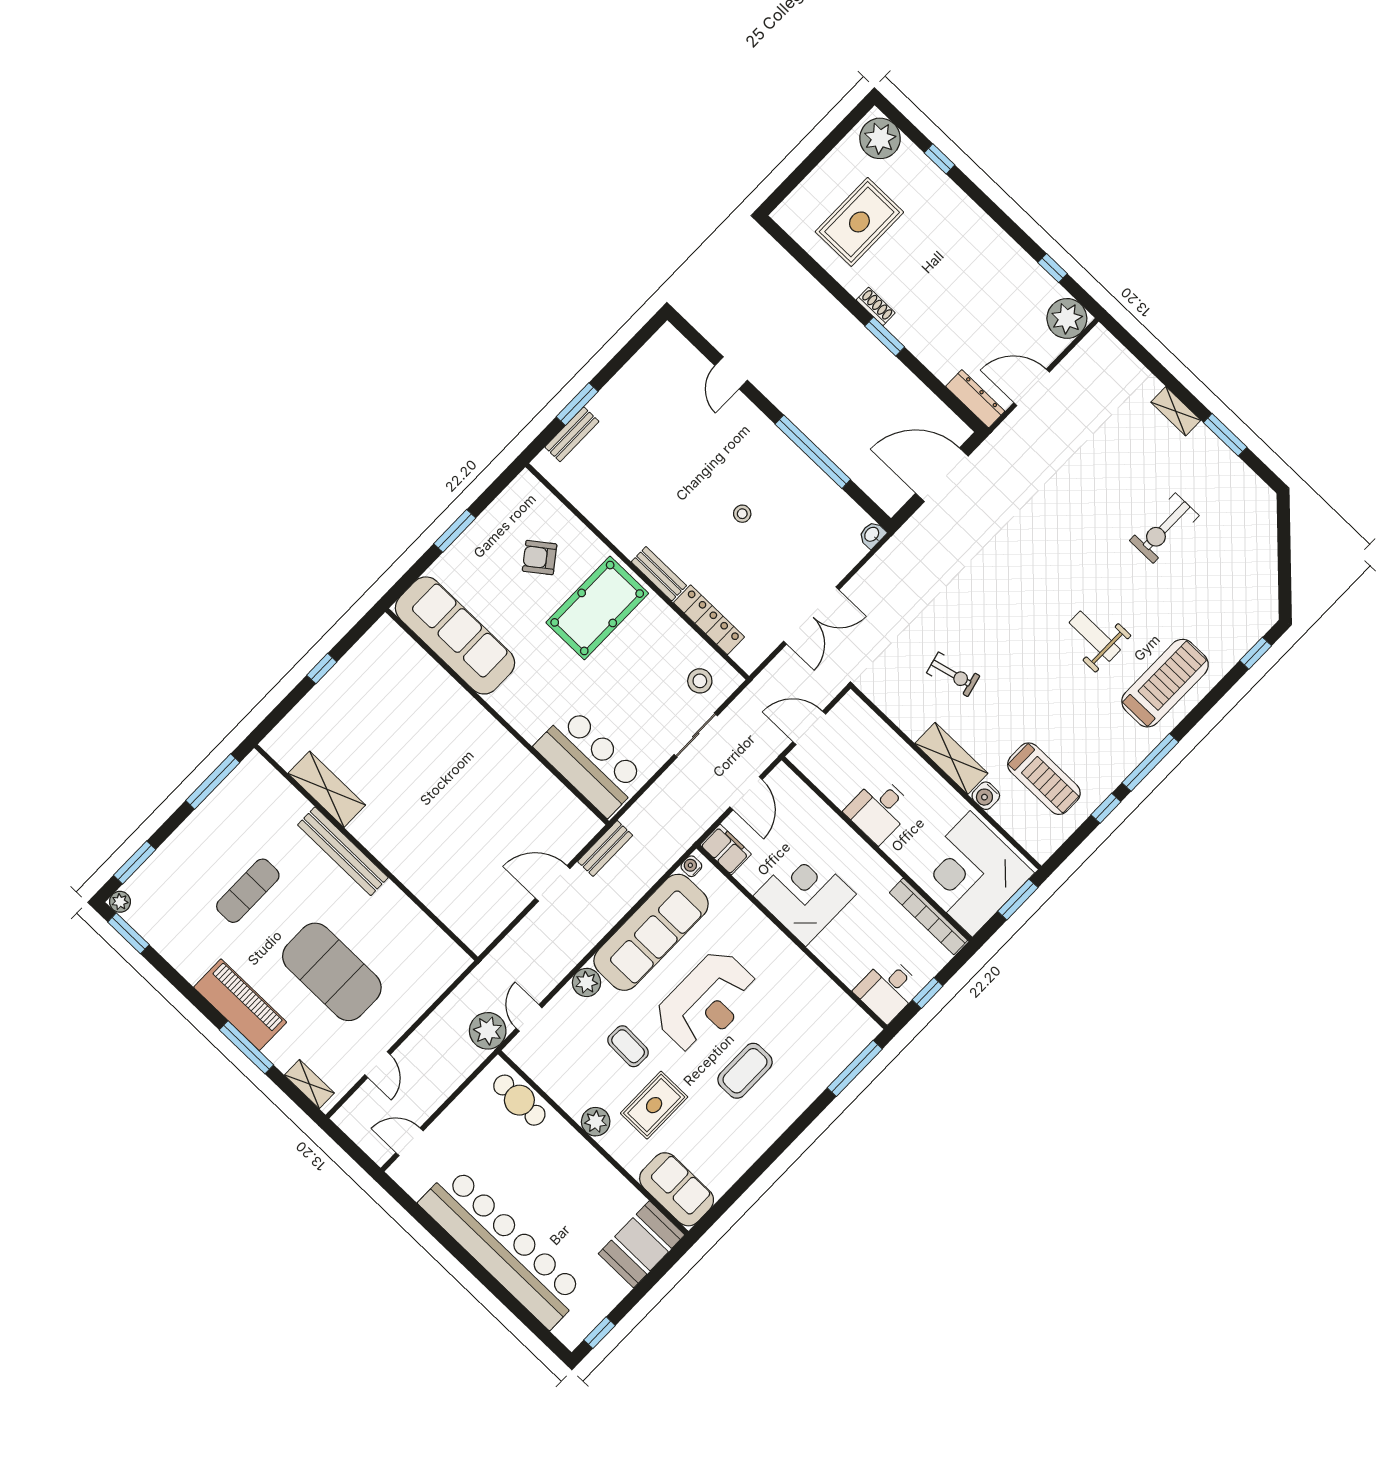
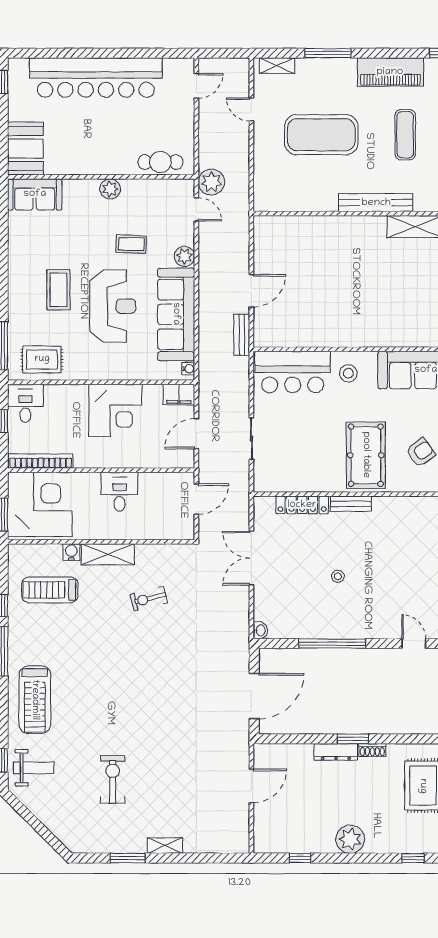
plant: (1067, 318) -> (350, 839), moved
dresser: (975, 399) -> (336, 752), moved
weight bench: (1095, 636) -> (34, 768), moved
stool: (700, 681) -> (348, 373), moved
door: (746, 793) -> (196, 434), hinge flipped
reception desk: (706, 1002) -> (113, 306), turned 180
piano: (240, 1005) -> (390, 72), moved
rug: (654, 1105) -> (42, 359), moved, turned 90

